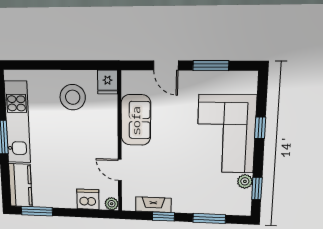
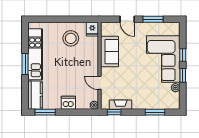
window: (257, 188) -> (183, 75), moved
dishwasher: (88, 199) -> (68, 103), moved
window: (163, 217) -> (114, 112), moved

